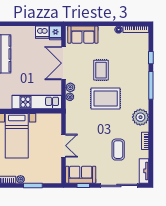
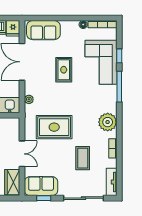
corner sofa: (134, 63) -> (101, 62), added
plant: (70, 87) -> (29, 89), removed
rug: (106, 98) -> (54, 127), moved
wardrobe: (55, 171) -> (12, 182), added

